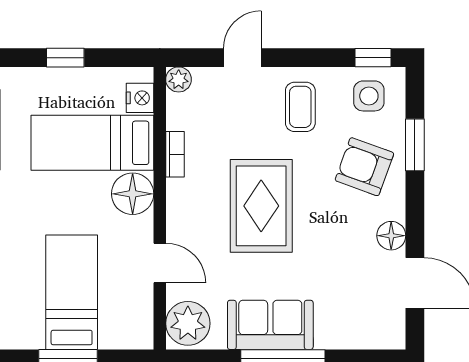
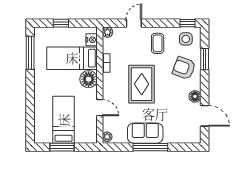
plant: (188, 323) -> (107, 137), width x0.53, depth x0.53

